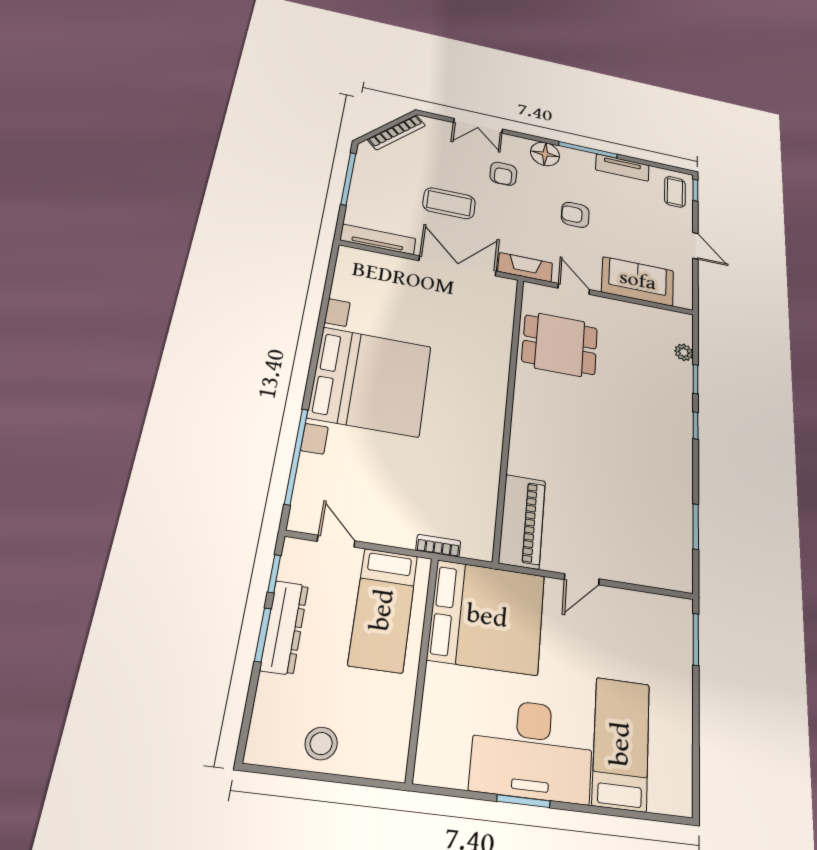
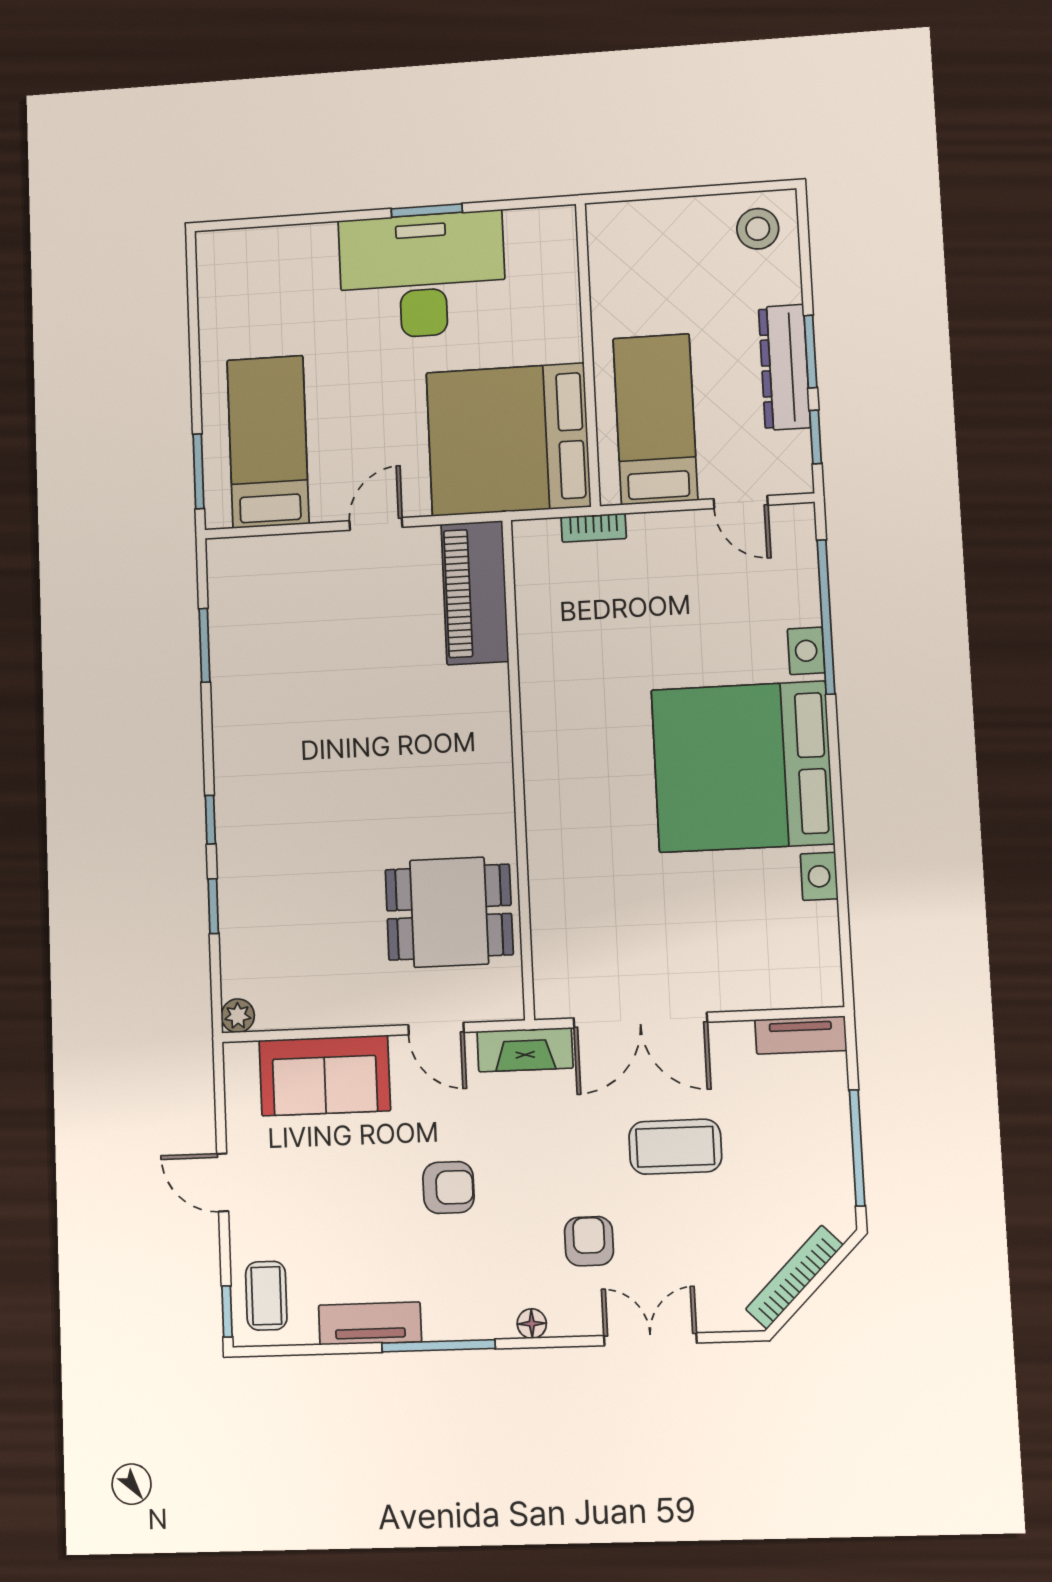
floor lamp: (545, 154) -> (532, 1324), width x0.53, depth x0.53
tv unit: (378, 239) -> (801, 1035), width x0.71
plant: (684, 352) -> (238, 1016), moved
stool: (321, 744) -> (758, 229), moved
bed: (621, 744) -> (268, 442), moved, turned 180

